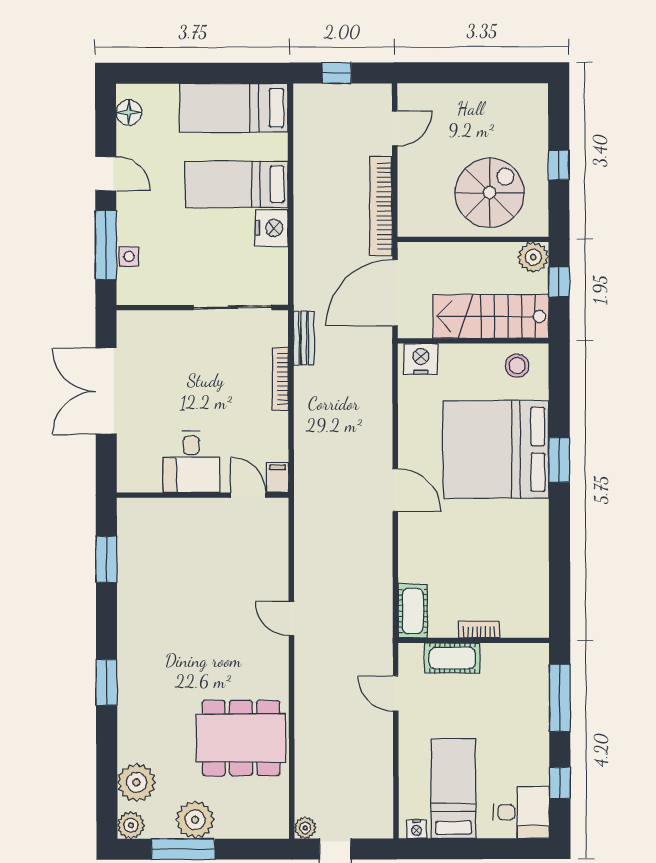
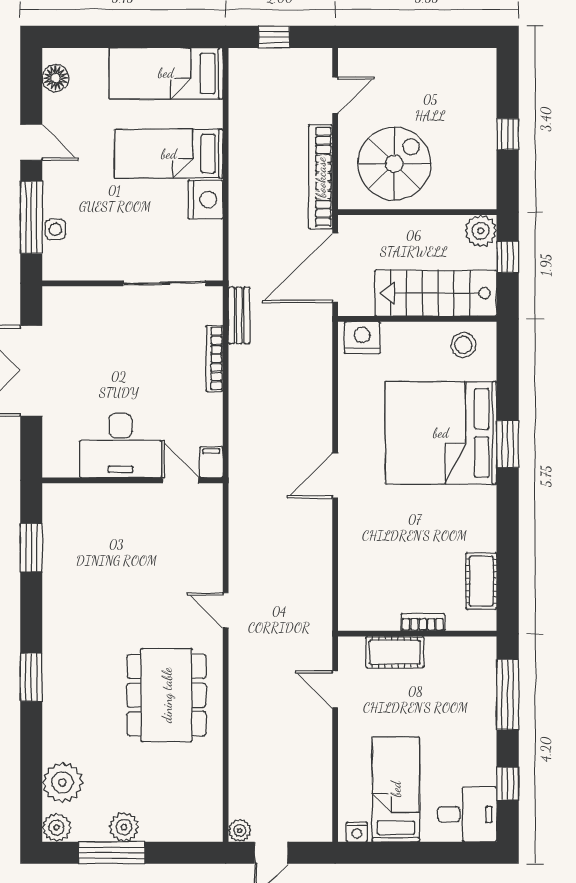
spiral stairs: (490, 193) -> (394, 164), moved
desk: (191, 462) -> (121, 445), width x1.37
door: (395, 490) -> (335, 476), swing flipped
cot: (413, 611) -> (481, 581), moved
dining table: (241, 738) -> (167, 695), moved, turned 90
plant: (195, 820) -> (124, 827), width x0.73, depth x0.73

